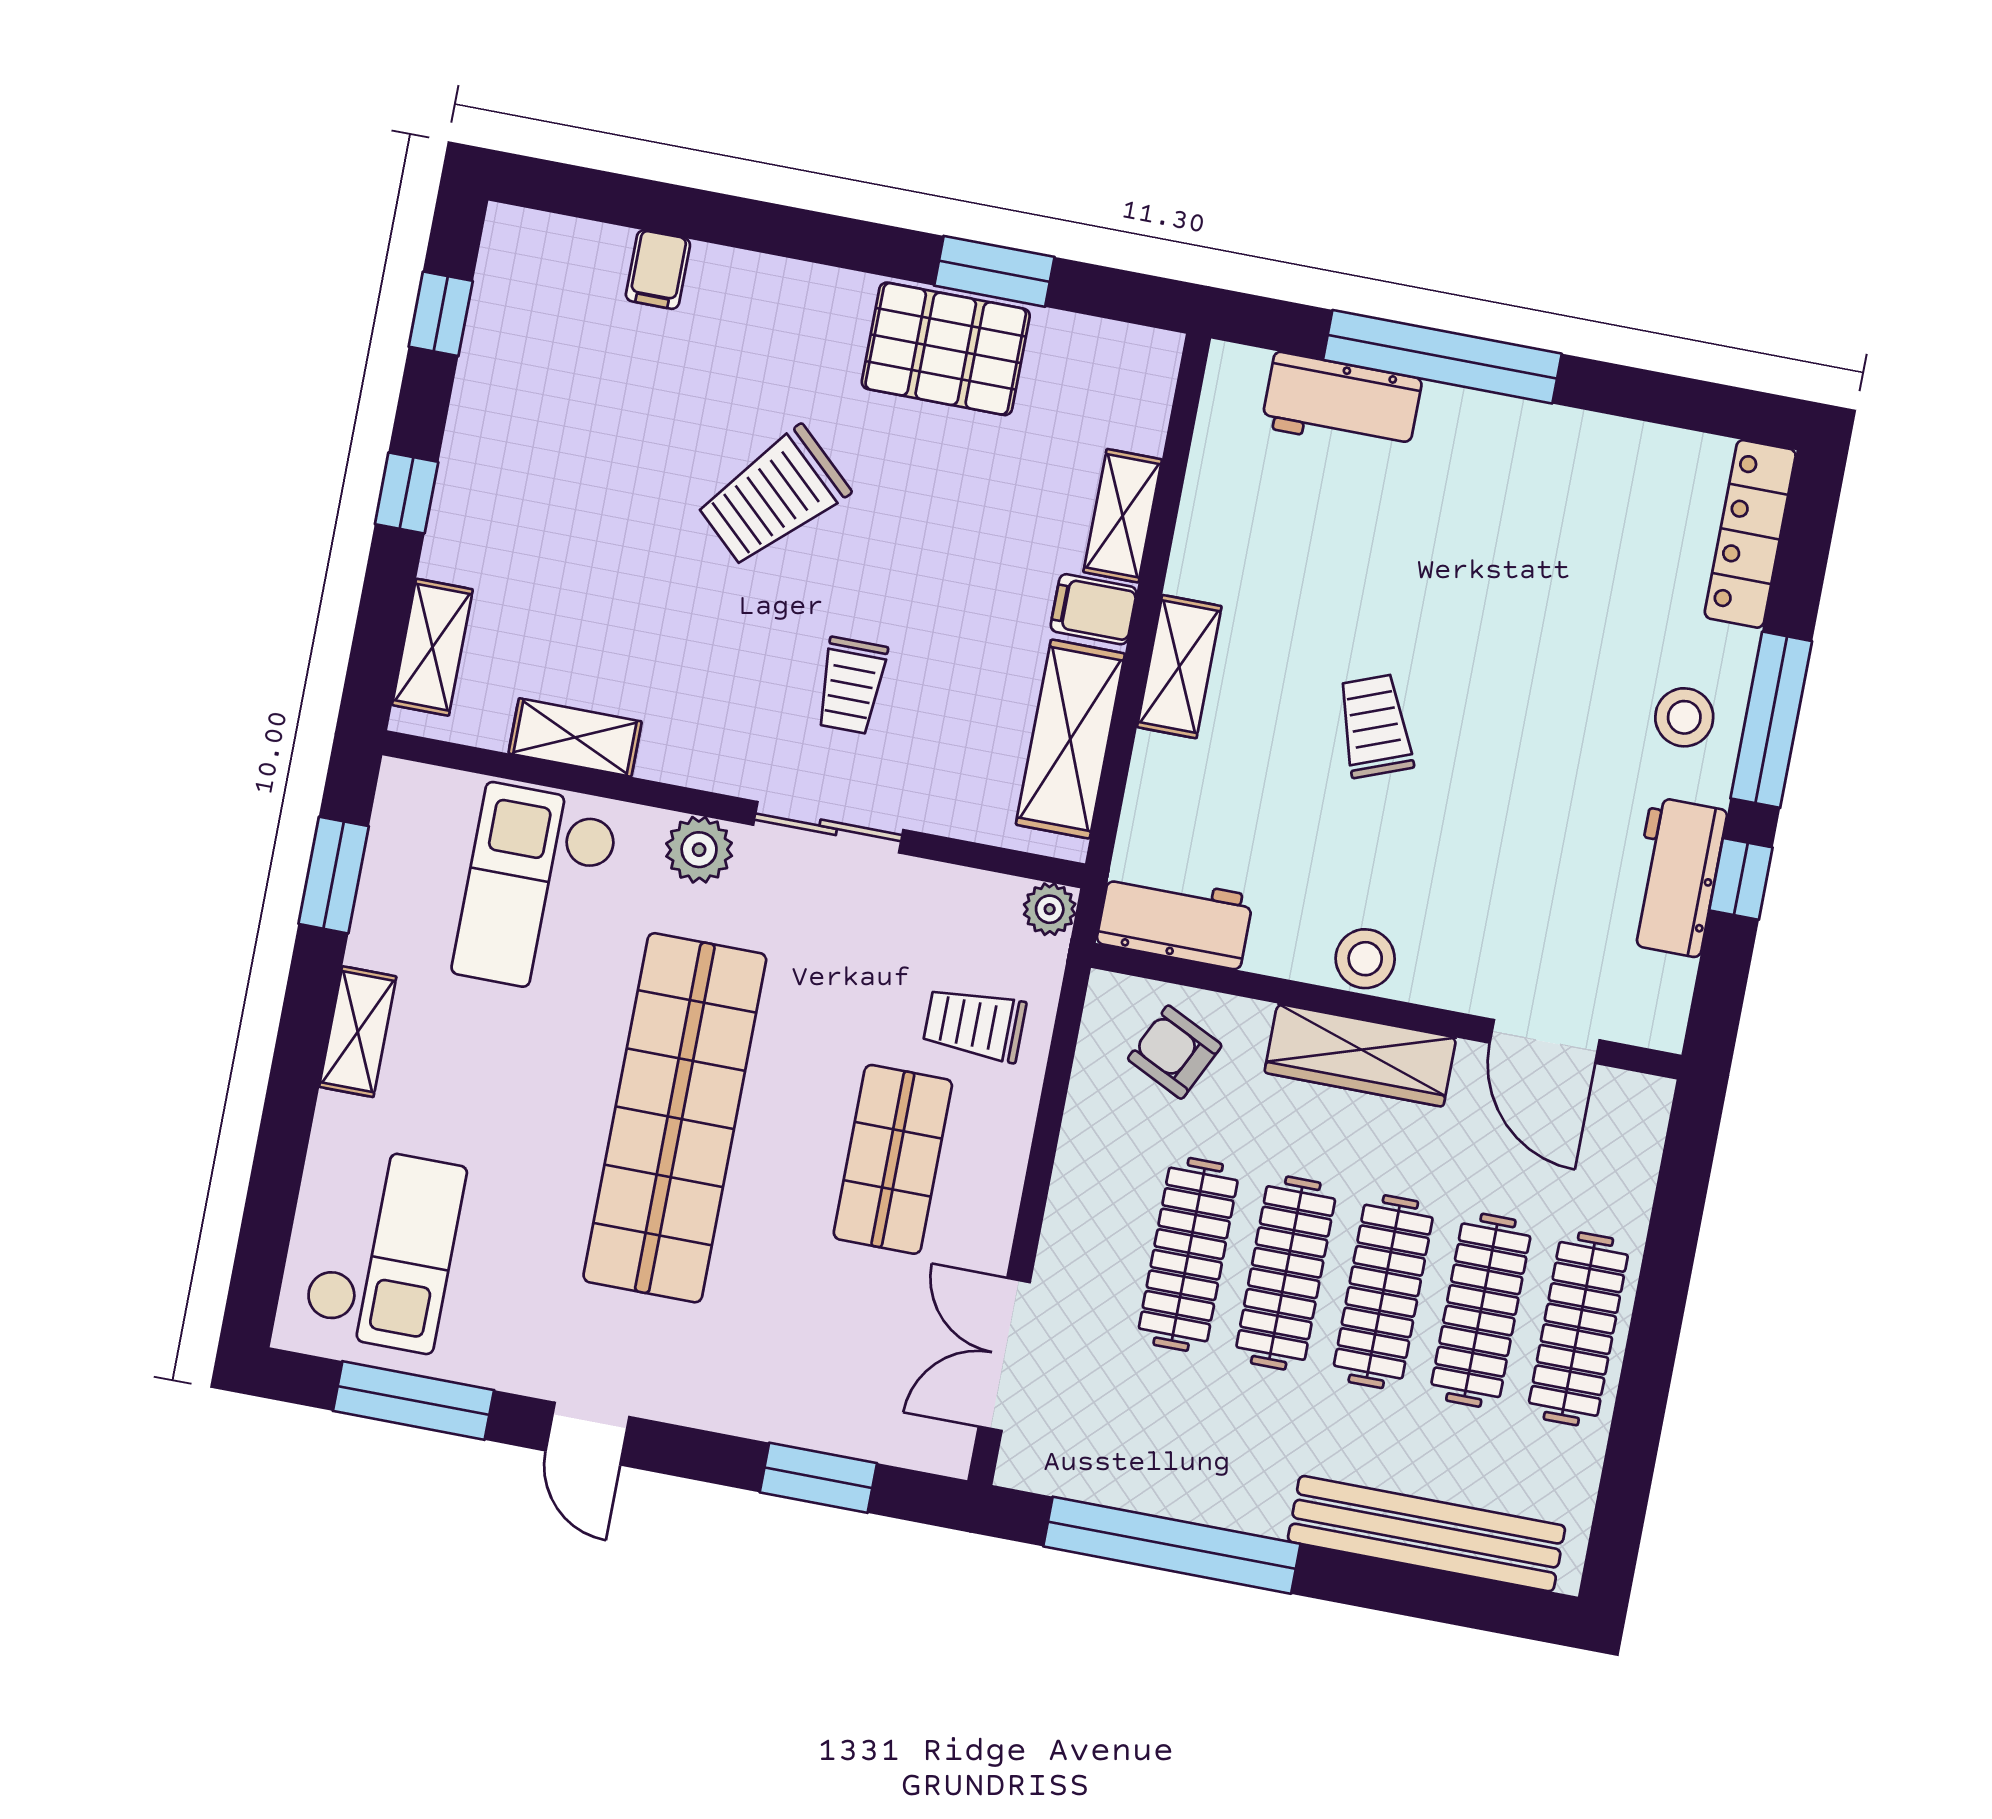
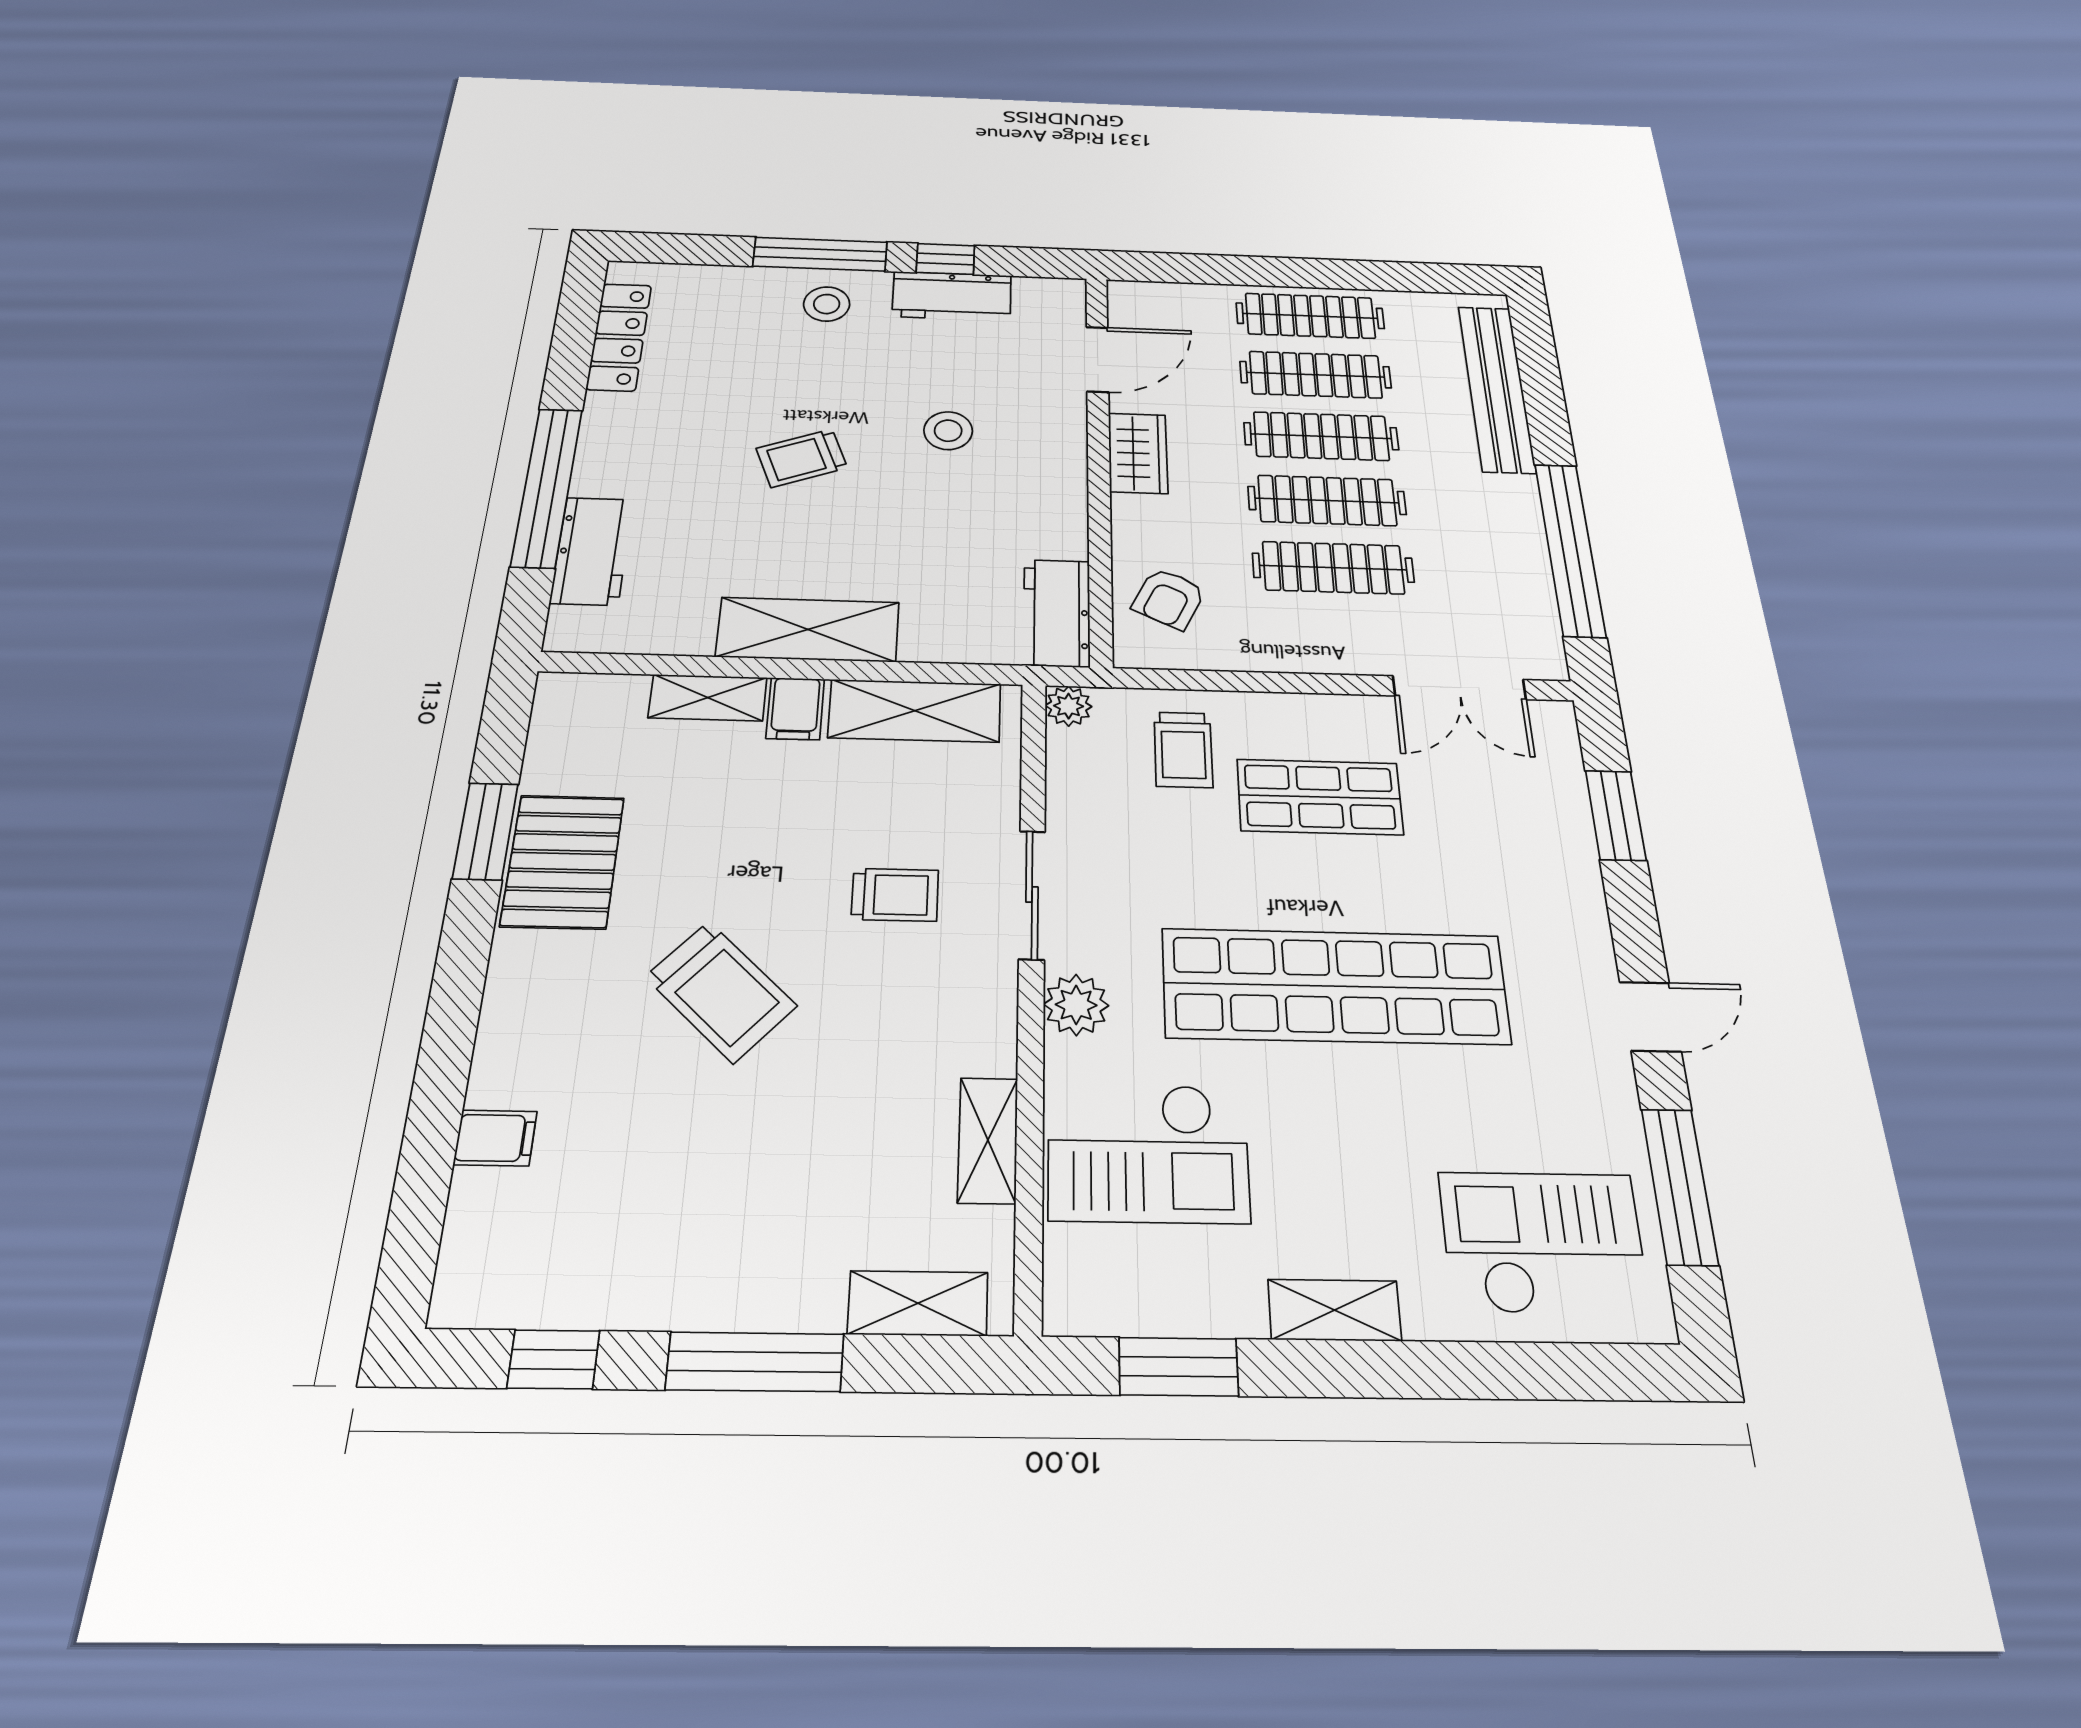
window: (407, 493) -> (755, 1362), width x2.17
locker: (1750, 534) -> (619, 337), moved, turned -90
shelving: (1179, 667) -> (808, 629), width x1.50, depth x1.33
trolley: (1375, 726) -> (802, 458), moved
stool: (1365, 959) -> (948, 431), moved
wardrobe: (1360, 1055) -> (1138, 453), width x0.67

